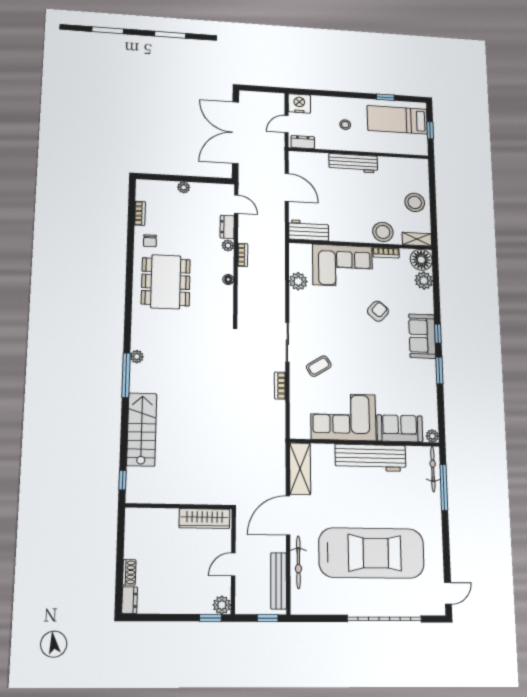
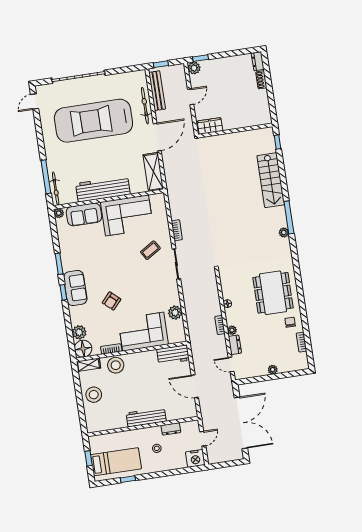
dresser: (303, 142) -> (171, 429), moved
wardrobe: (204, 519) -> (210, 126), width x0.67

